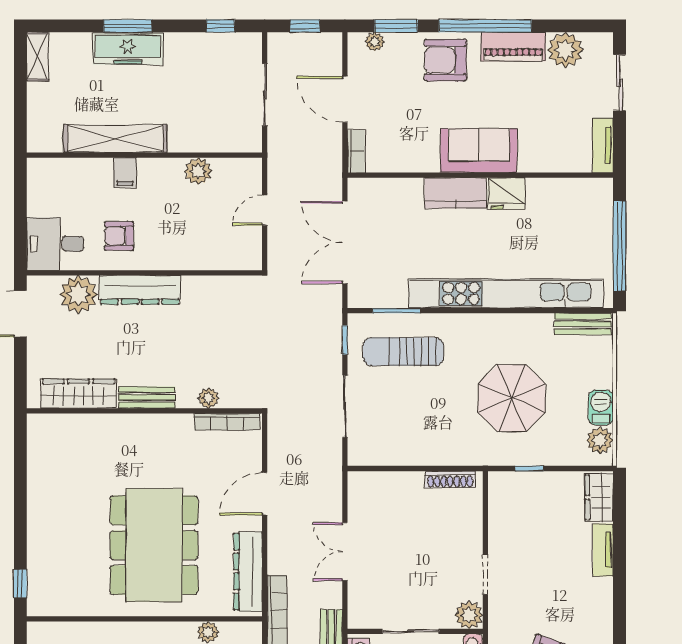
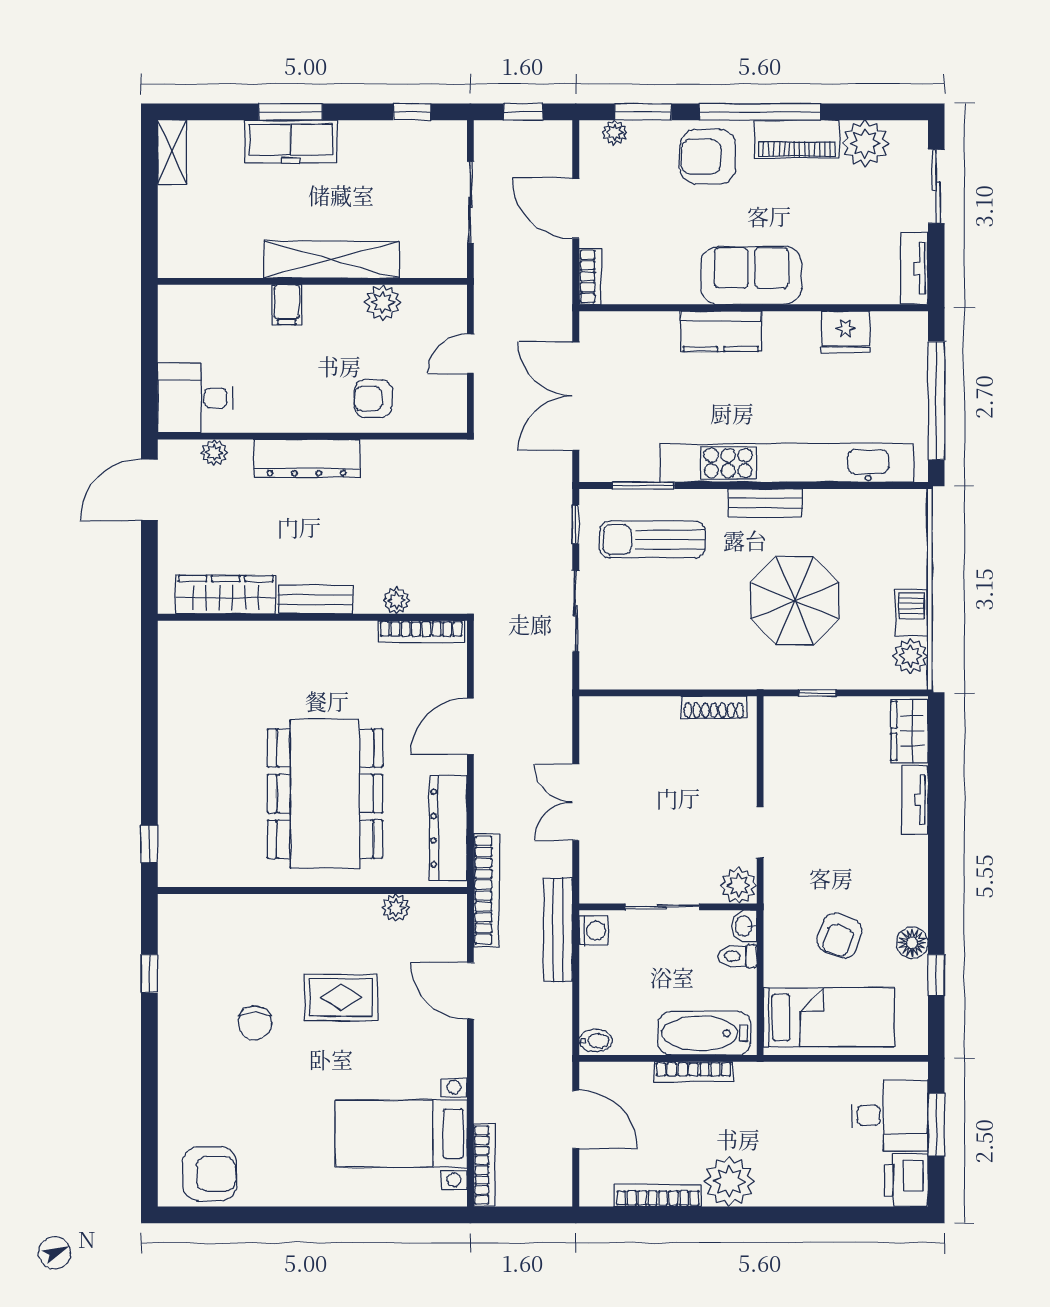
shelving: (115, 138) -> (331, 260), moved
fridge: (507, 193) -> (846, 332), moved
armchair: (119, 236) -> (373, 399), moved
plant: (79, 294) -> (214, 453), width x0.53, depth x0.53
bench: (583, 324) -> (765, 503), moved

